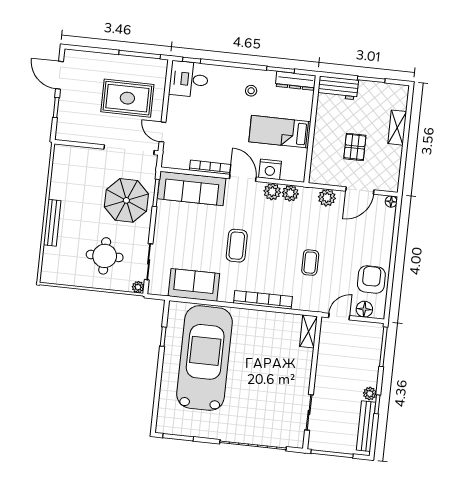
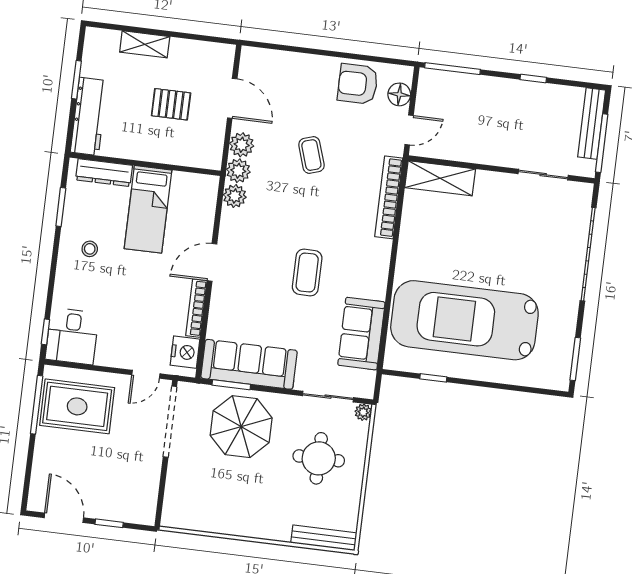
door: (60, 75) -> (64, 518), swing flipped
dresser: (296, 81) -> (104, 173), moved, turned 90
workbench: (338, 88) -> (89, 116), width x1.38
rug: (127, 98) -> (77, 406), moved, turned 90
nightstand: (270, 169) -> (185, 352), moved
sofa: (192, 188) -> (249, 364), moved, turned -90
plant: (272, 192) -> (238, 171), moved
floor lamp: (391, 202) -> (249, 54), removed
bench: (52, 223) -> (324, 538), moved
coffee table: (237, 246) -> (307, 272), turned 90
coffee table: (310, 263) -> (311, 155), moved, turned 72
bookcase: (263, 300) -> (389, 197), moved
door: (339, 317) -> (409, 130), swing flipped
shelving: (308, 331) -> (440, 178), width x1.50, depth x1.33
plant: (370, 394) -> (518, 89), removed
bench: (366, 426) -> (592, 124), moved, turned 90

